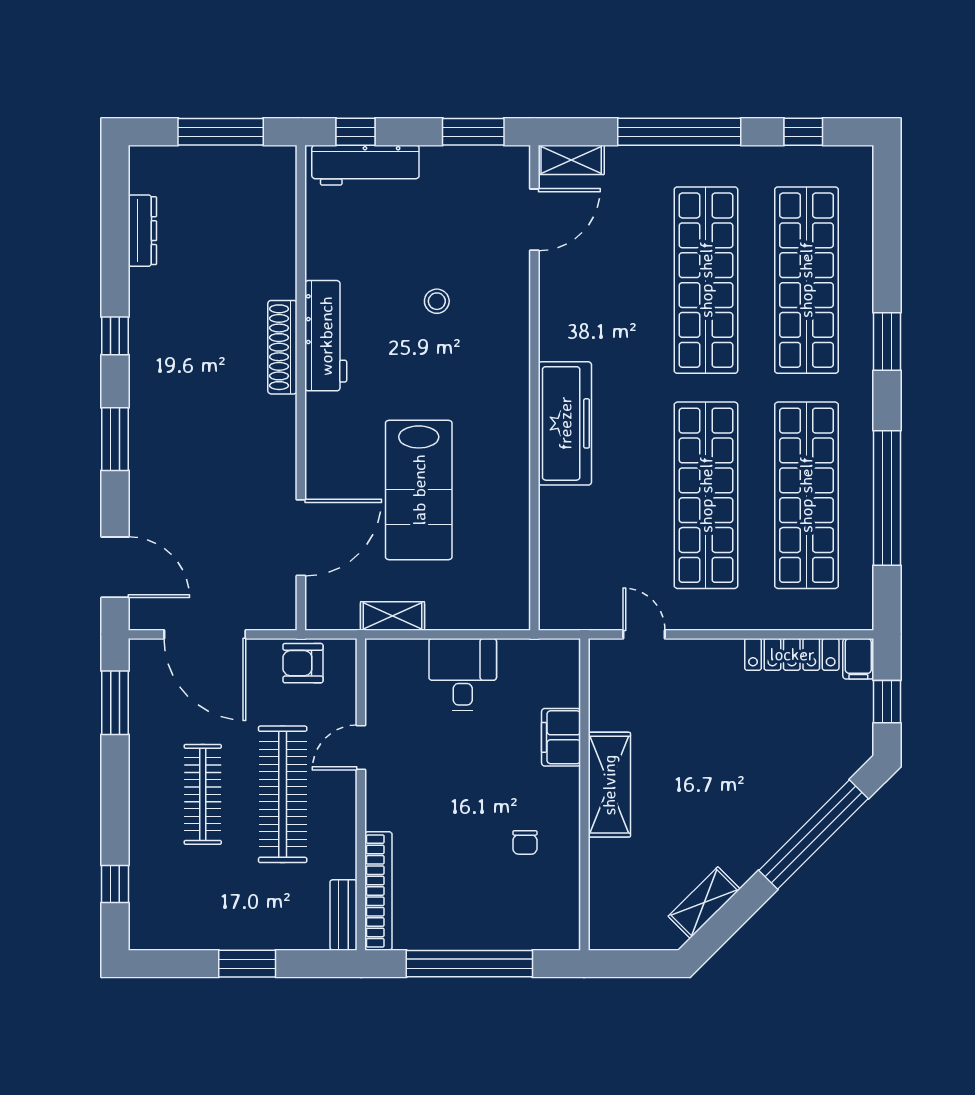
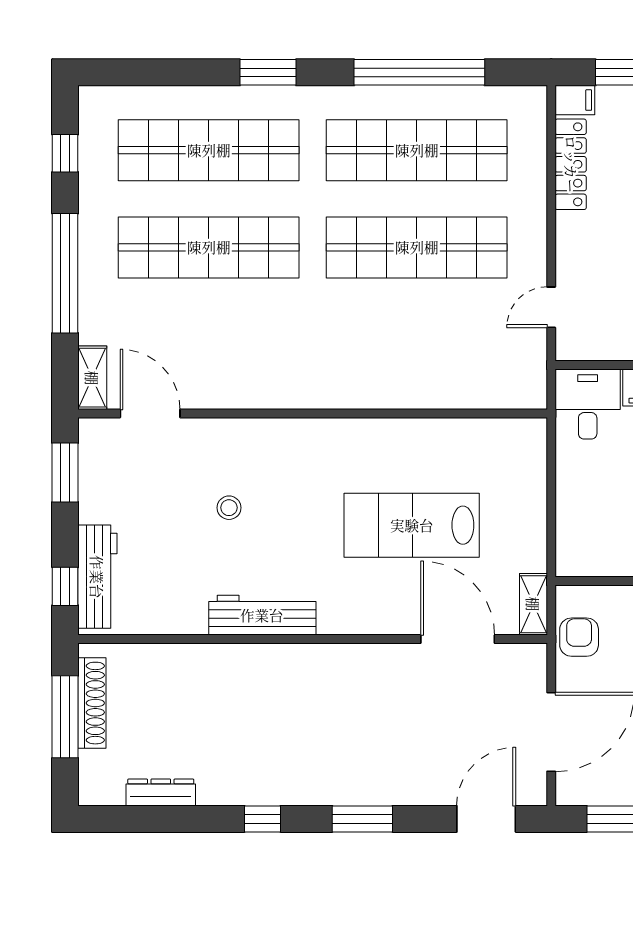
shoe rack: (282, 347) -> (92, 703), moved, turned -90
freezer: (565, 423) -> (347, 384), removed
lab bench: (419, 490) -> (412, 525), turned 180
shelving: (392, 616) -> (533, 604), moved
armchair: (303, 663) -> (579, 637), turned 180
desk: (463, 675) -> (588, 404), moved, turned 90

